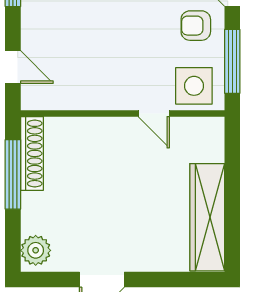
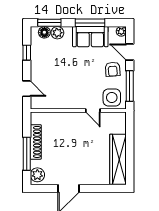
armchair: (196, 26) -> (113, 69), turned -94
shoe rack: (32, 153) -> (36, 142), moved
window: (13, 174) -> (27, 154), moved

